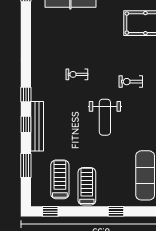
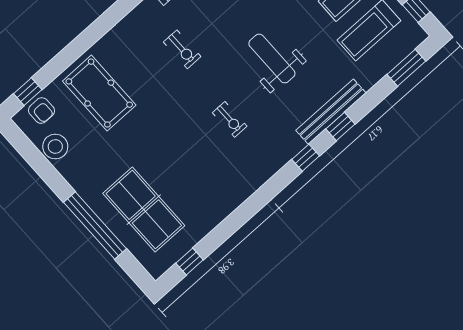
weight bench: (105, 117) -> (272, 59), moved, turned -90
window: (26, 166) -> (406, 68), moved

